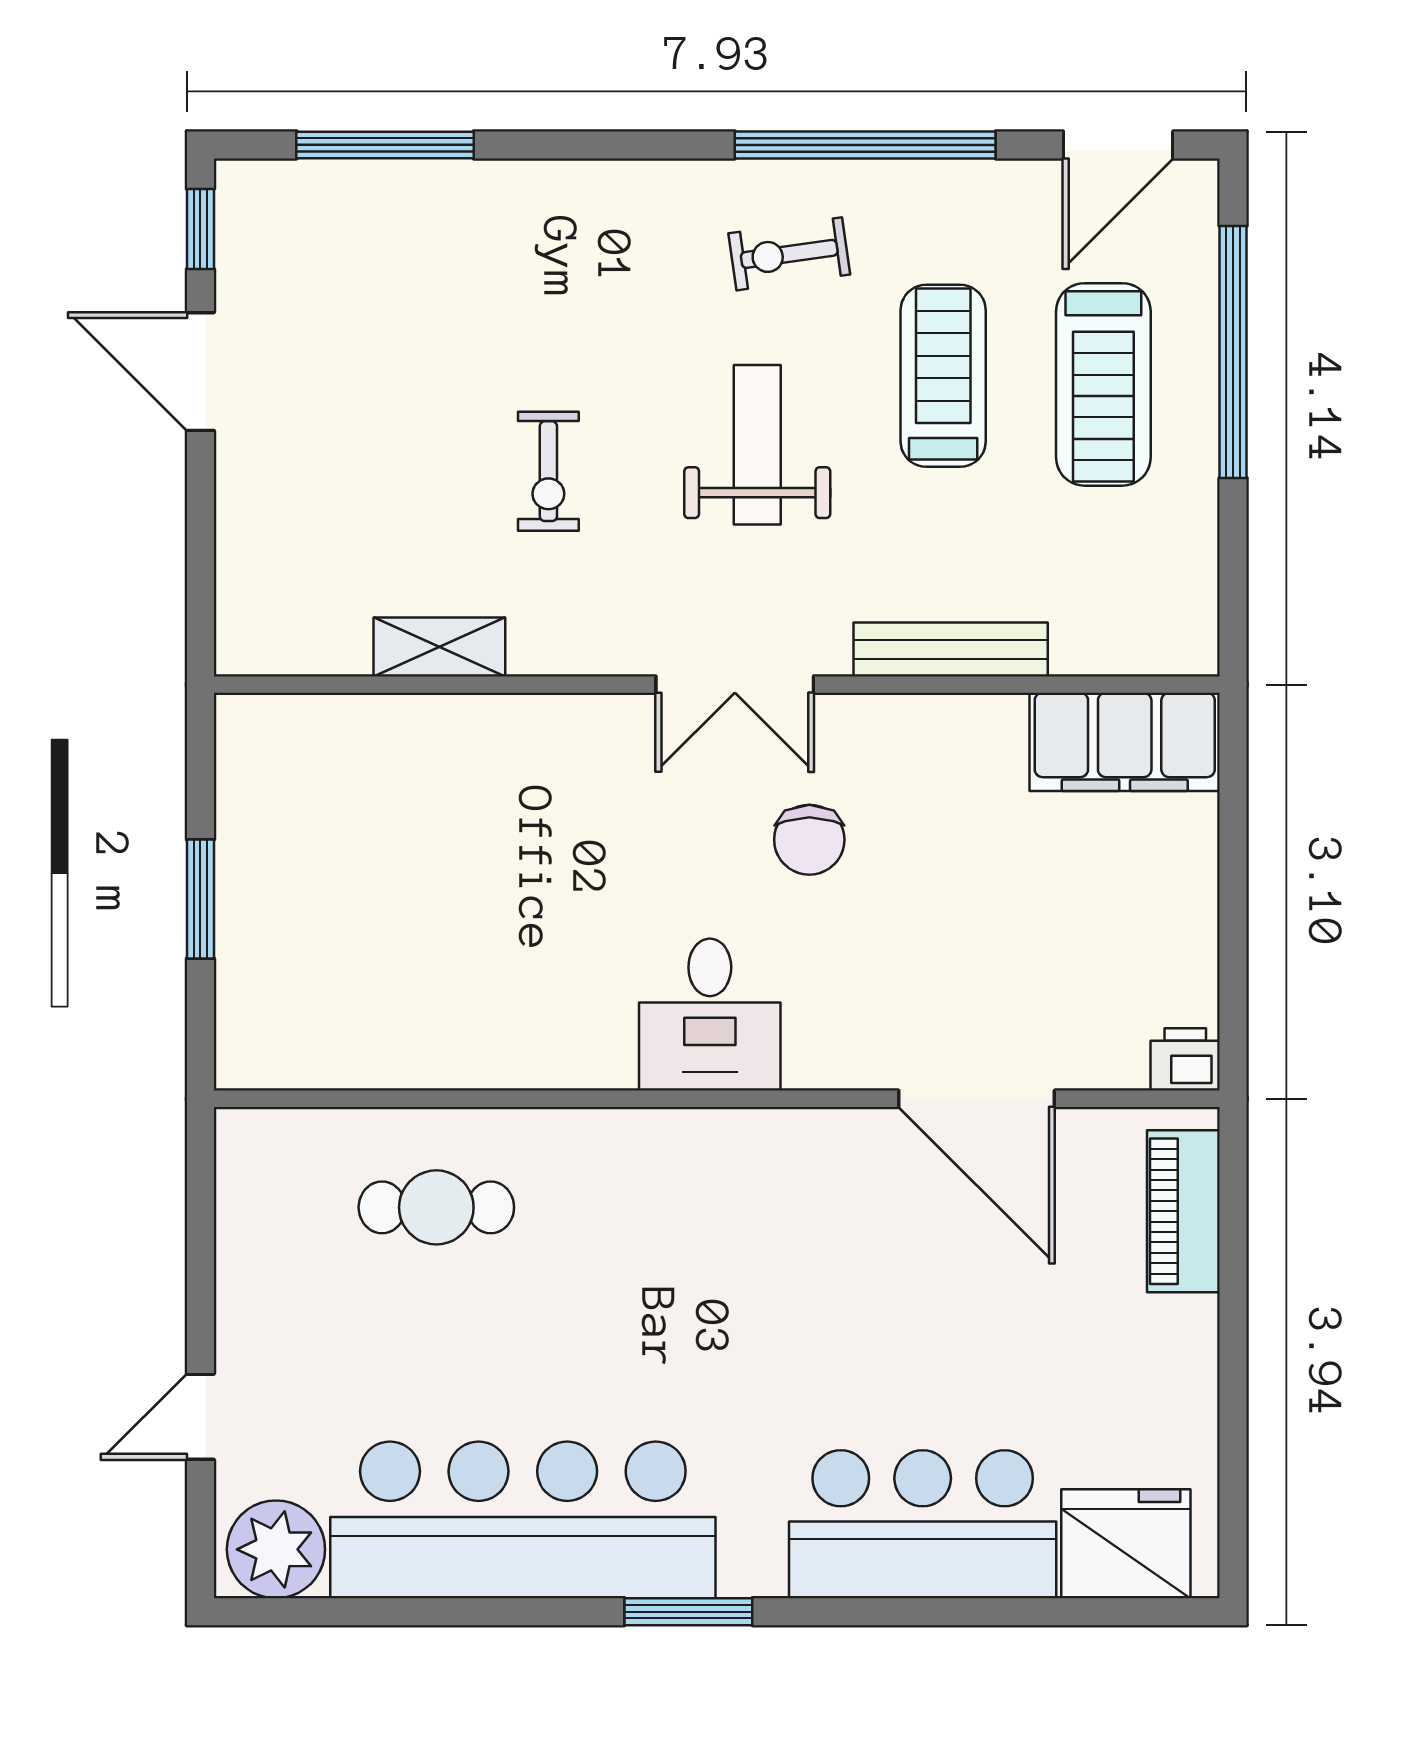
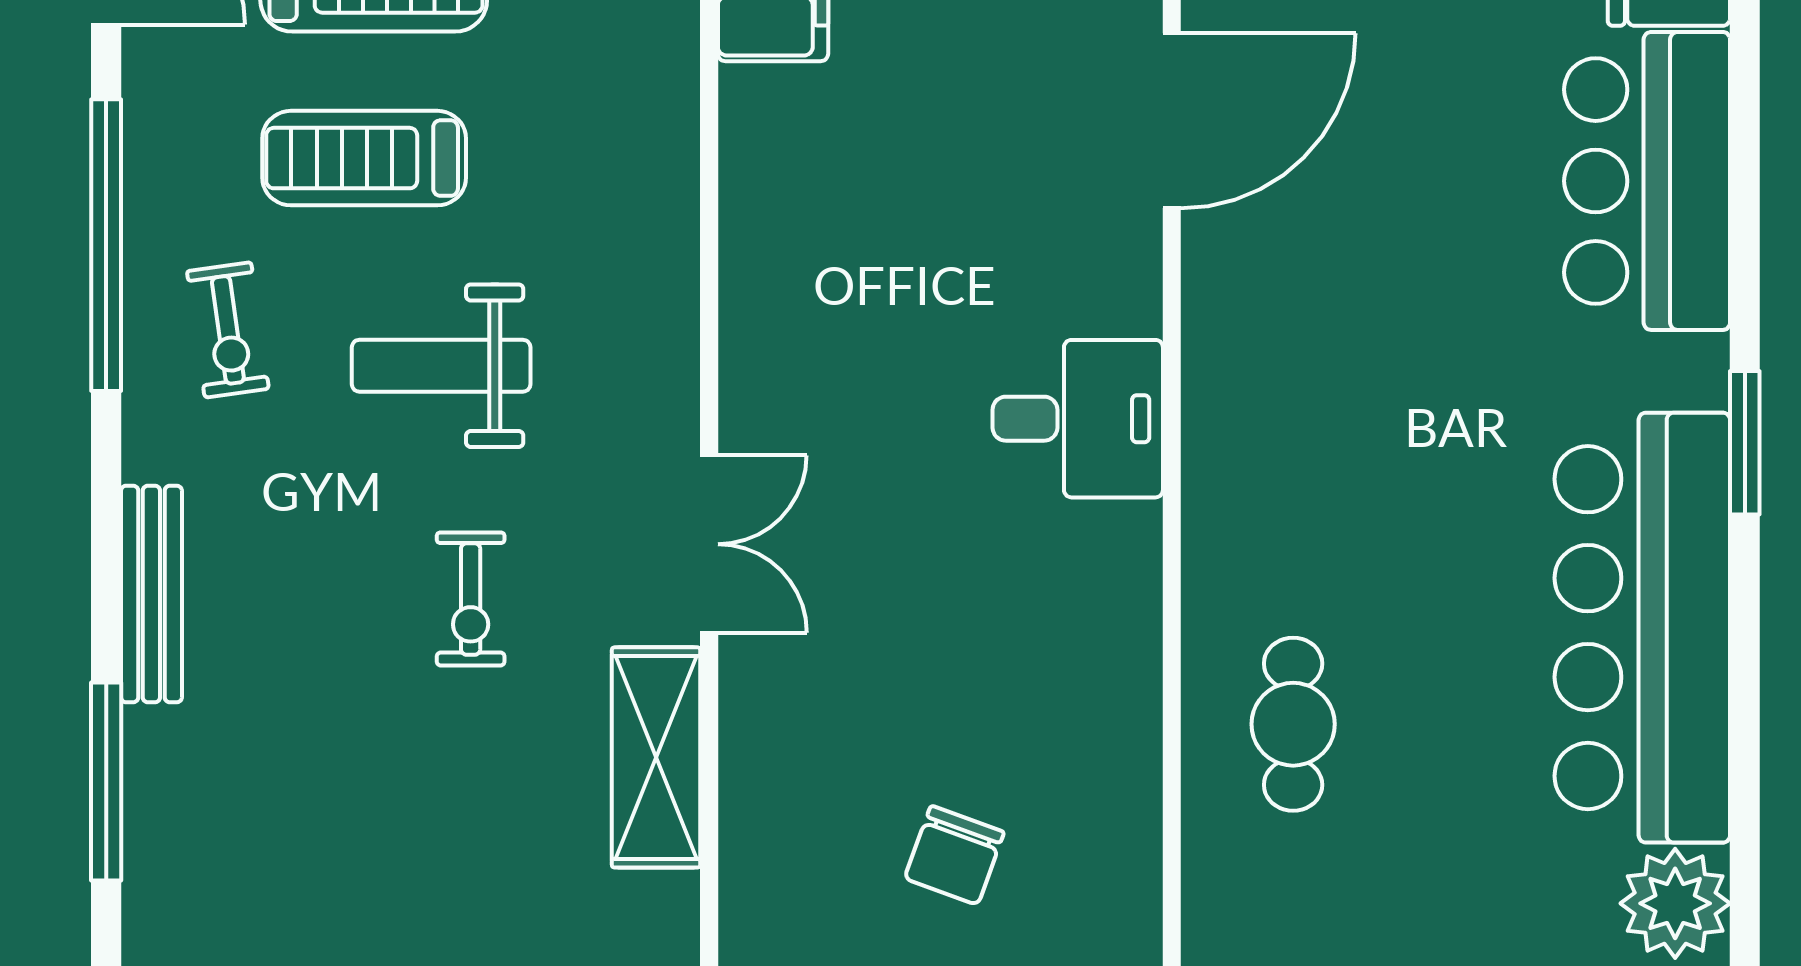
exercise bike: (548, 471) -> (471, 599), turned 90
shelving: (439, 647) -> (656, 757), width x1.50, depth x1.33
bench: (951, 649) -> (151, 594), moved
double door: (735, 685) -> (709, 544), moved
chair: (809, 840) -> (954, 855), moved, turned 110

